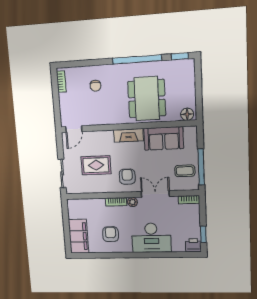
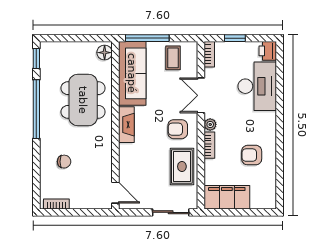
dining table: (147, 99) -> (83, 100), turned 90
sofa: (164, 138) -> (132, 73), width x1.36
rug: (96, 165) -> (182, 166), moved
window: (201, 167) -> (147, 38), moved
window: (203, 234) -> (235, 38), moved
filing cabinet: (79, 236) -> (227, 197), moved
desk: (151, 238) -> (257, 86), moved

